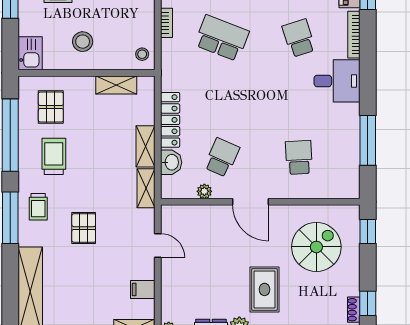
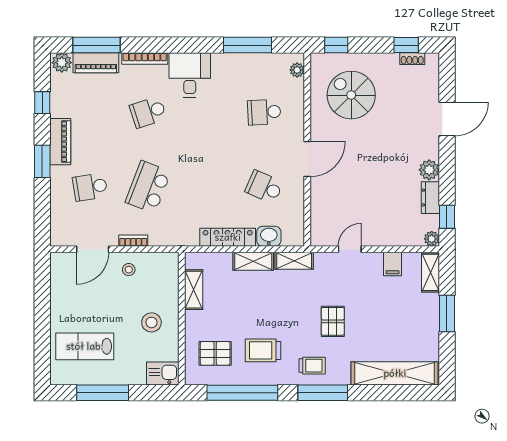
stool: (142, 54) -> (129, 270), moved
plant: (204, 191) -> (297, 70), moved
pallet: (84, 228) -> (333, 321), turned 90
rug: (264, 289) -> (393, 145), removed

